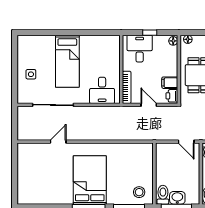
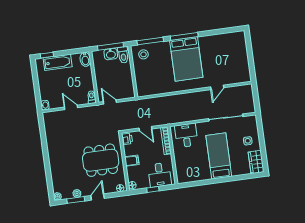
wardrobe: (25, 48) -> (256, 162), added
filing cabinet: (170, 83) -> (132, 161), moved

